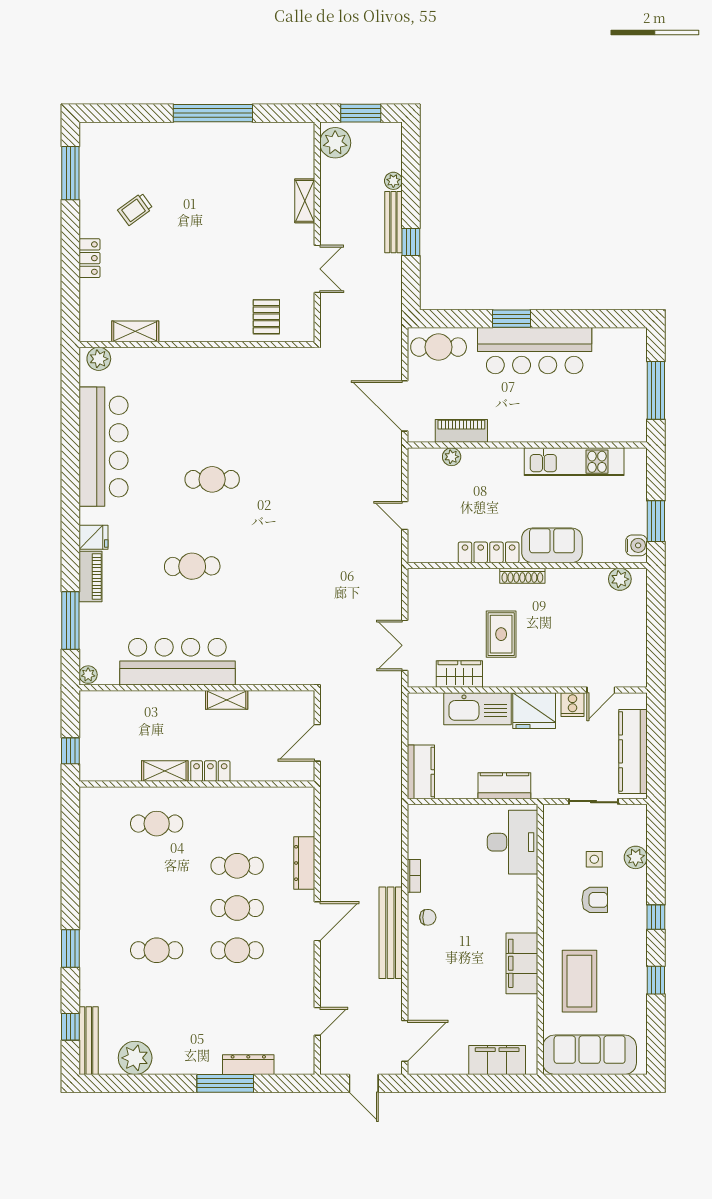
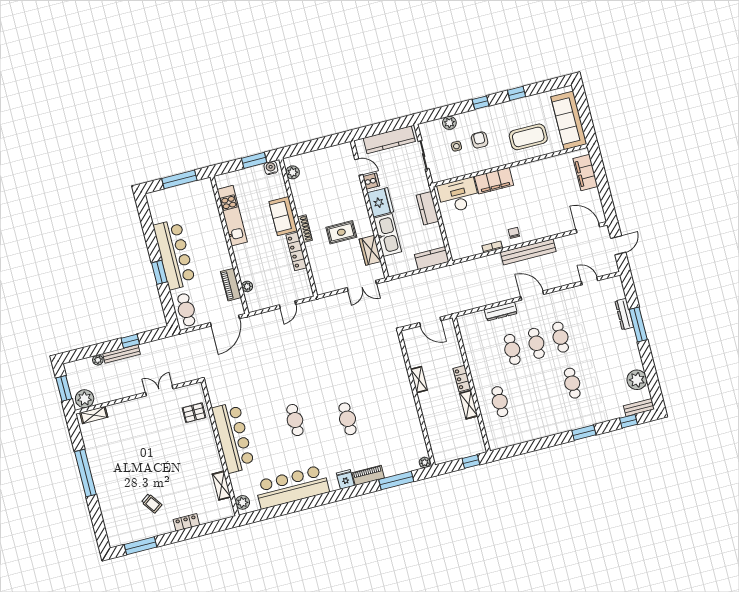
shelving: (305, 201) -> (94, 415), moved
bar counter: (177, 662) -> (233, 437), moved, turned 180
filing cabinet: (522, 963) -> (494, 181), moved
bench: (89, 1041) -> (639, 407), width x0.73

